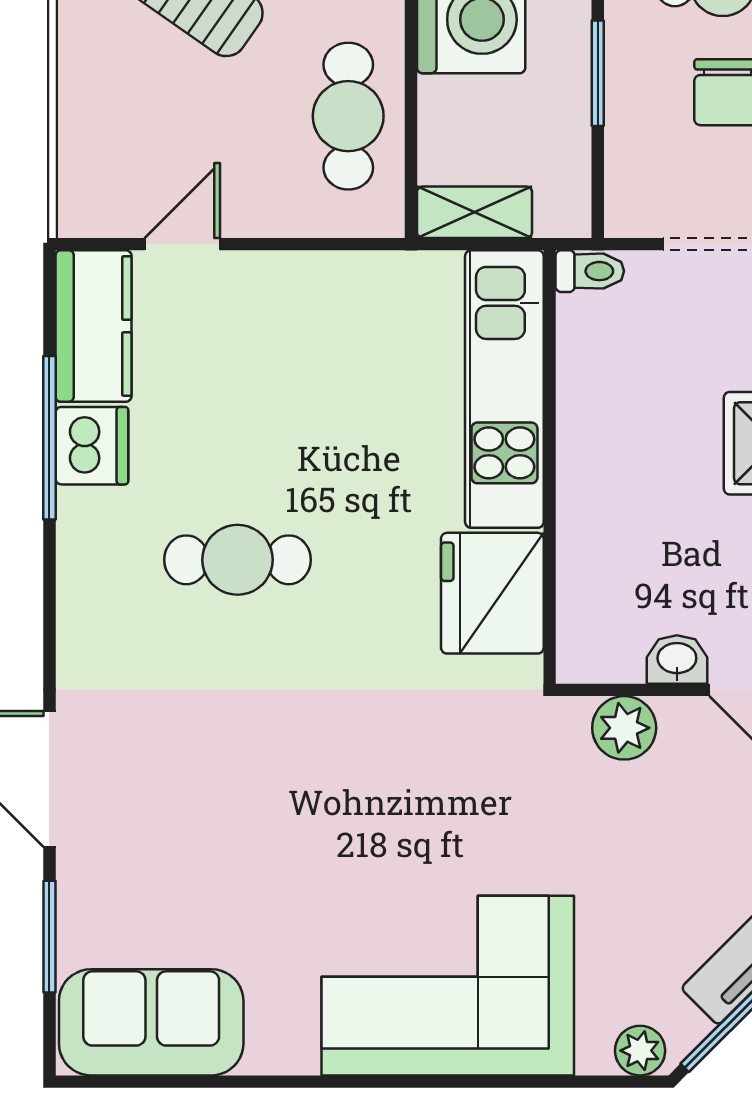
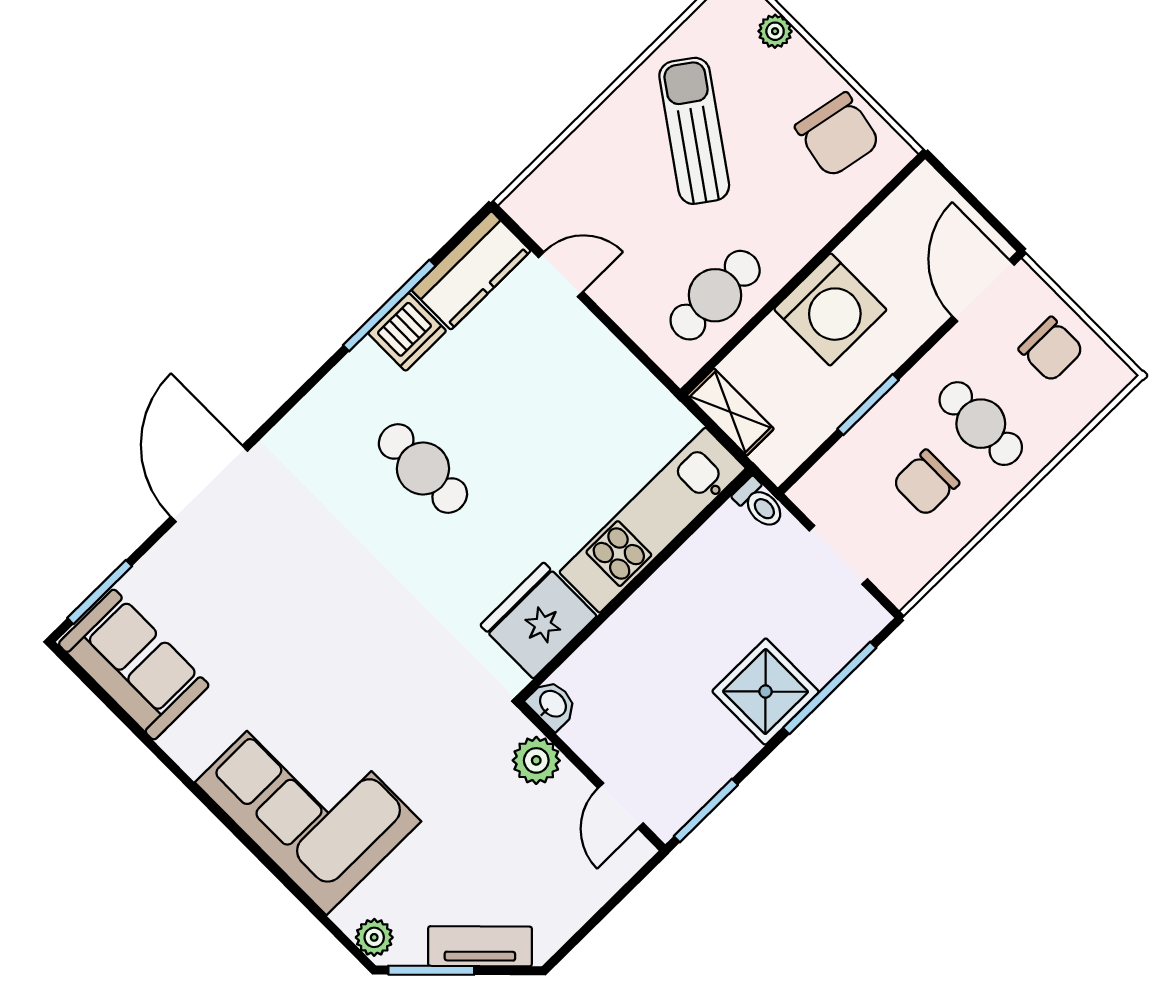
washbasin: (677, 660) -> (552, 704), moved
window: (49, 937) -> (100, 592), moved

